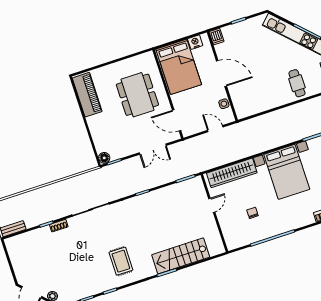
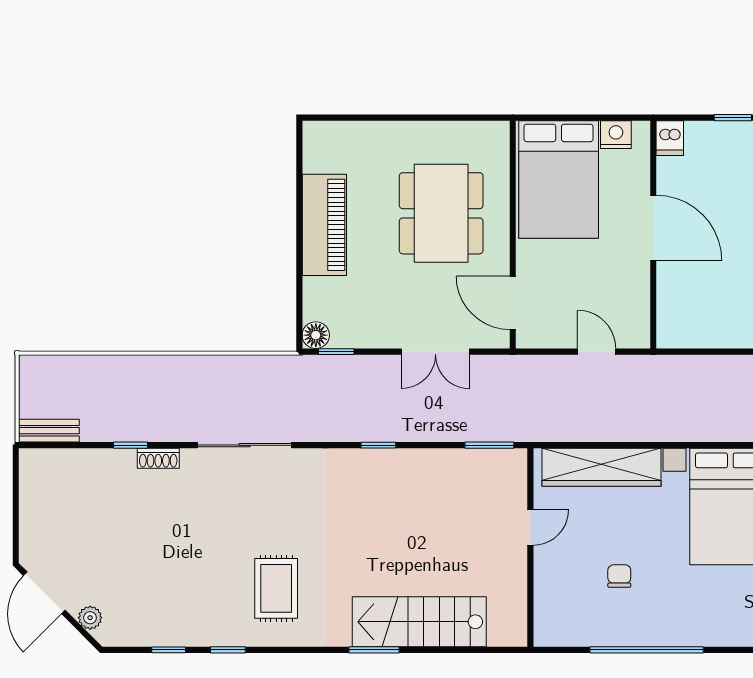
piano: (87, 95) -> (324, 225), moved
side table: (224, 104) -> (636, 300), removed

